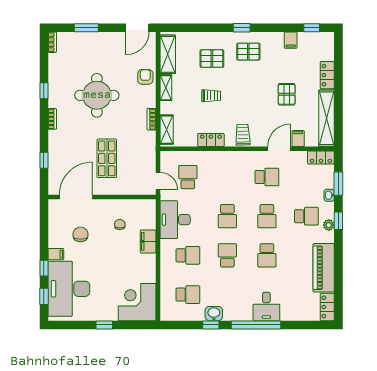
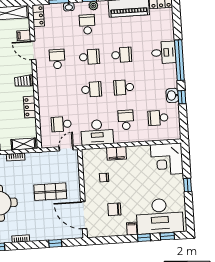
school desk: (188, 295) -> (158, 118), turned -90

